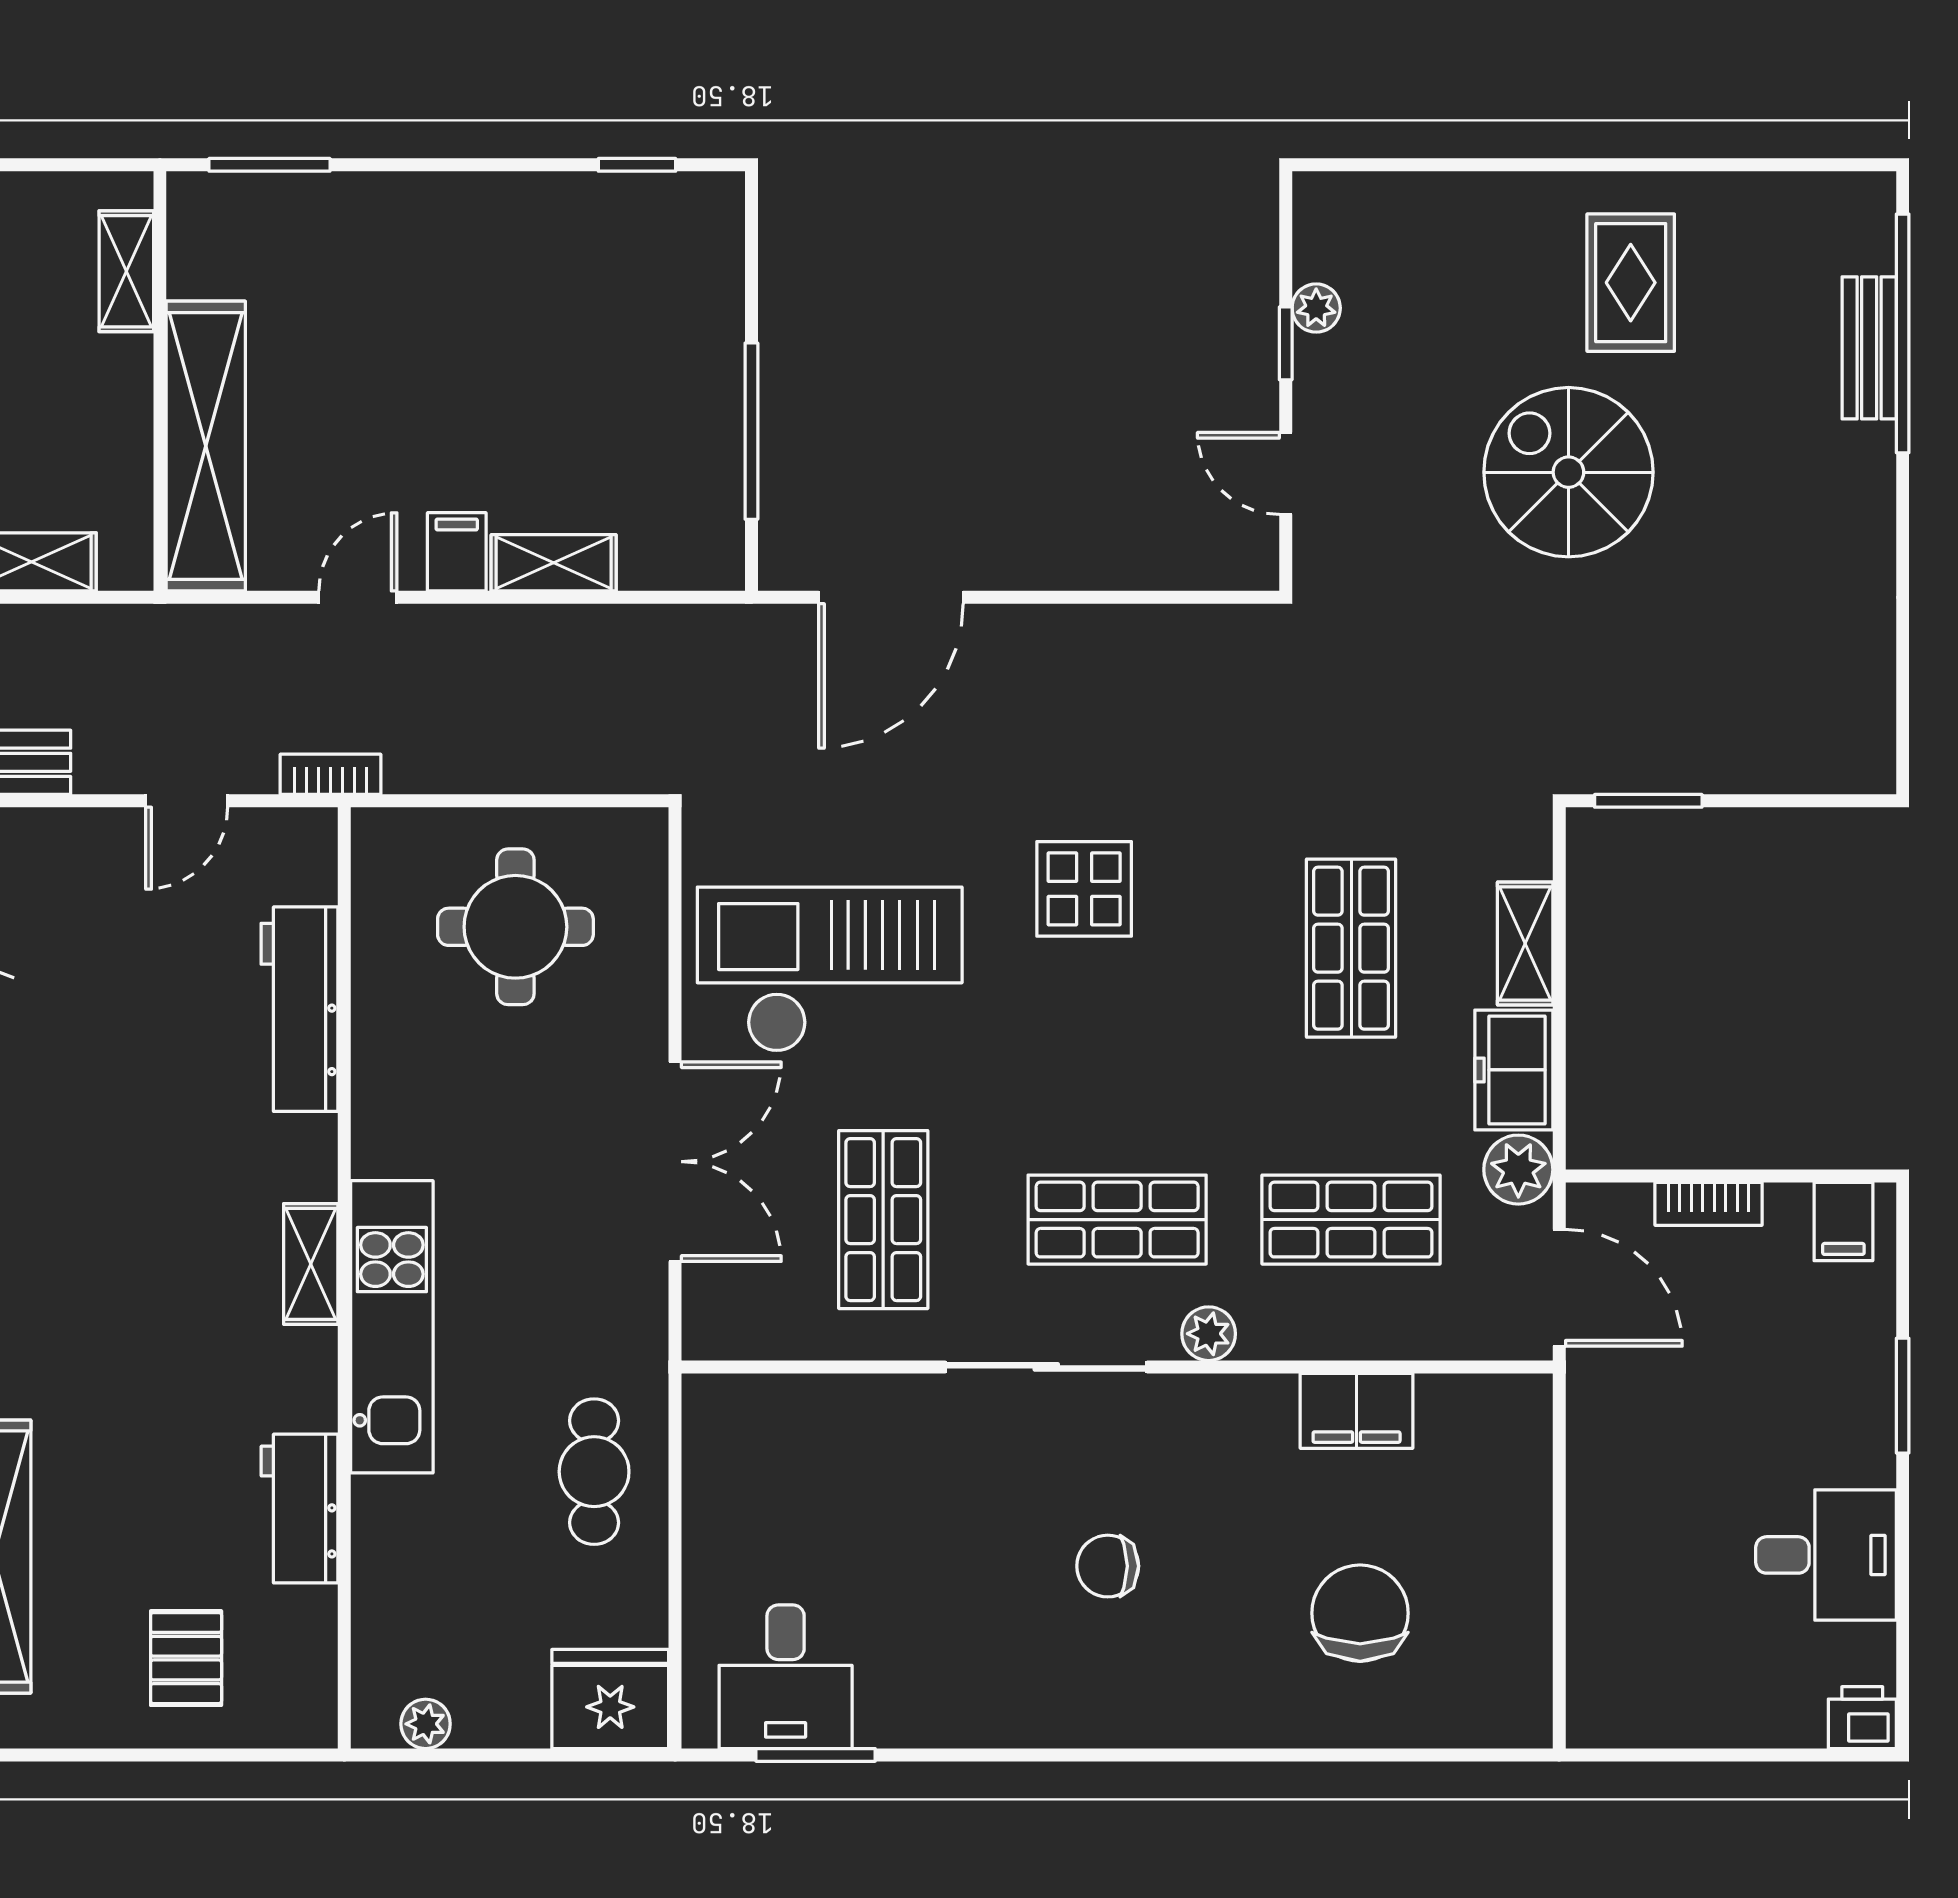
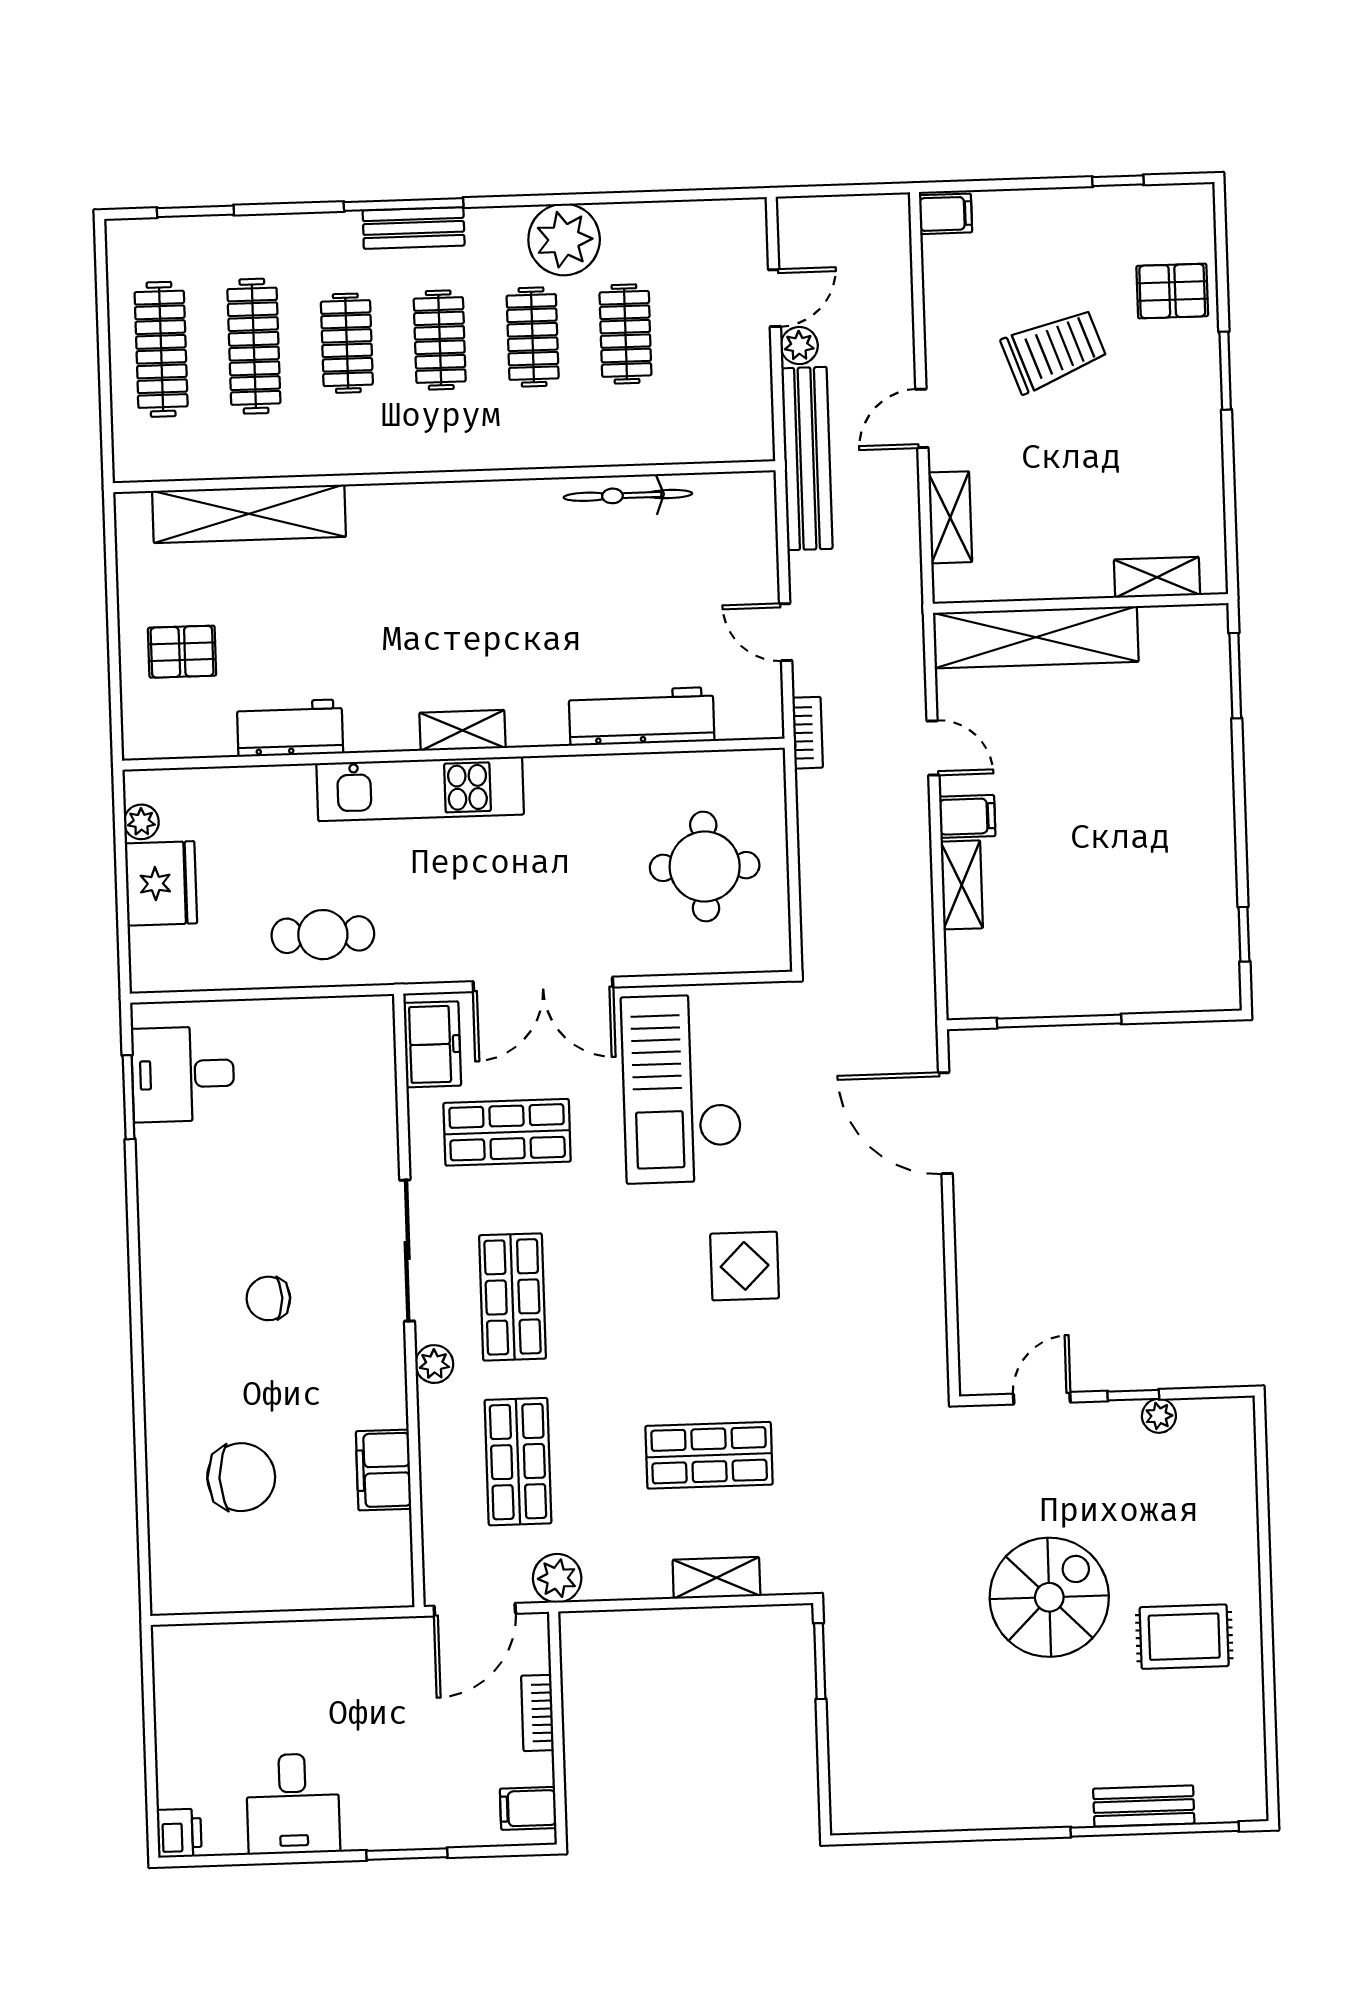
checkout: (830, 970) -> (682, 1089), turned 180
freezer: (1514, 1070) -> (432, 1044), moved, turned 90
chair: (1108, 1566) -> (268, 1298), turned -90
fridge: (610, 1699) -> (161, 883), moved

